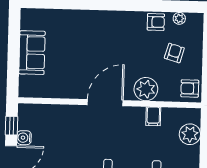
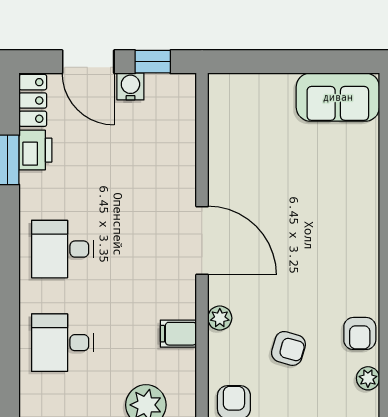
sofa: (32, 53) -> (338, 97), moved
armchair: (174, 53) -> (288, 348), moved
plant: (146, 89) -> (220, 318), width x0.53, depth x0.53

